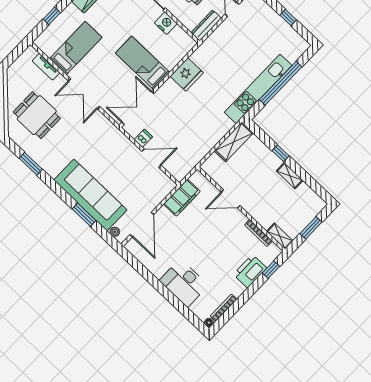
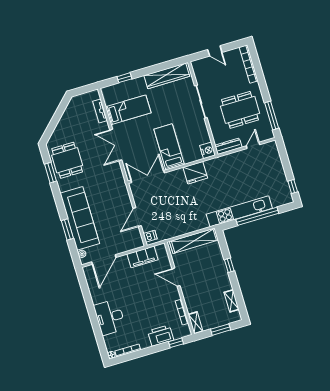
window: (288, 18) -> (293, 187), moved
nightstand: (166, 23) -> (208, 150), moved
dining table: (37, 115) -> (67, 160), moved
dishwasher: (143, 138) -> (150, 236), moved
shelving: (234, 142) -> (194, 241), width x1.47
door: (151, 158) -> (137, 217), swing flipped
shelving: (290, 176) -> (232, 301), moved

